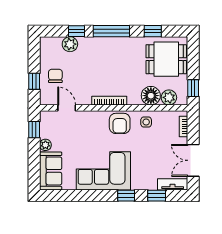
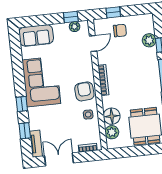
window: (193, 88) -> (122, 152), removed
armchair: (120, 123) -> (84, 91), turned 86
plant: (45, 145) -> (75, 27), moved

